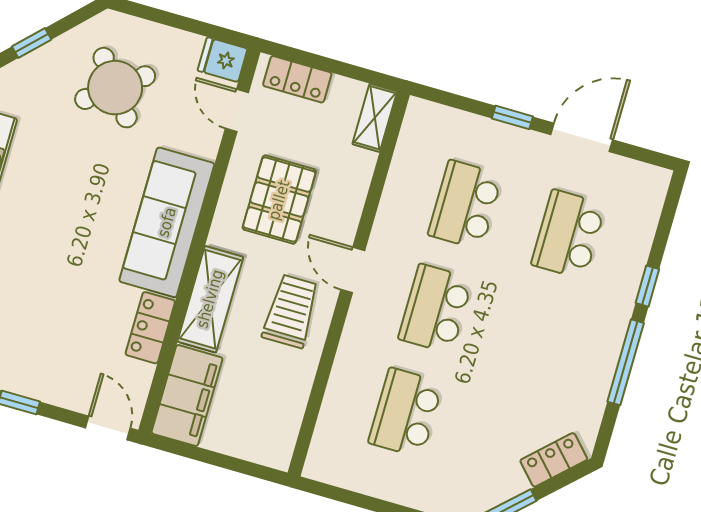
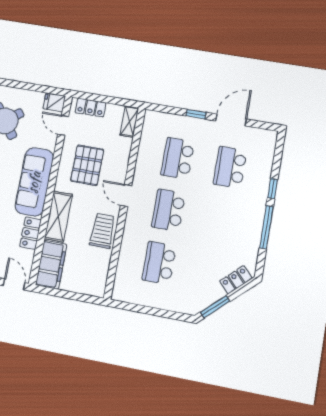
trolley: (291, 311) -> (102, 231), moved

